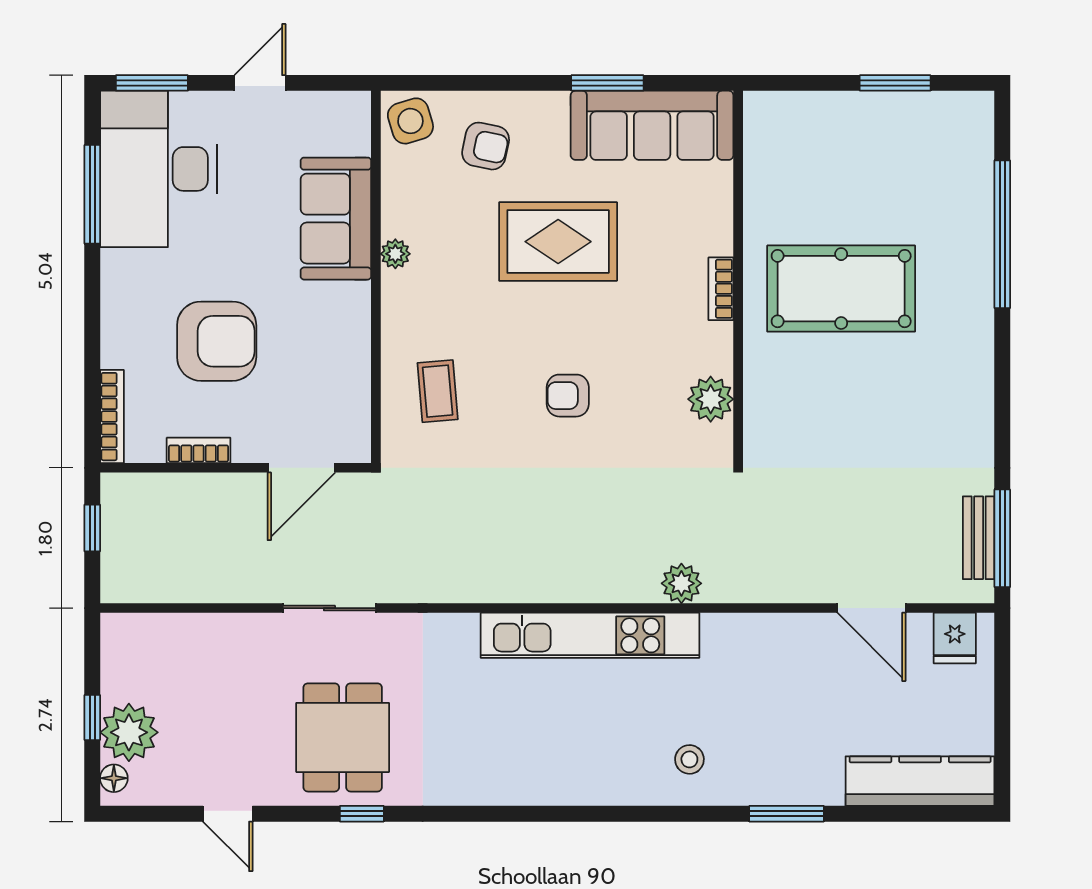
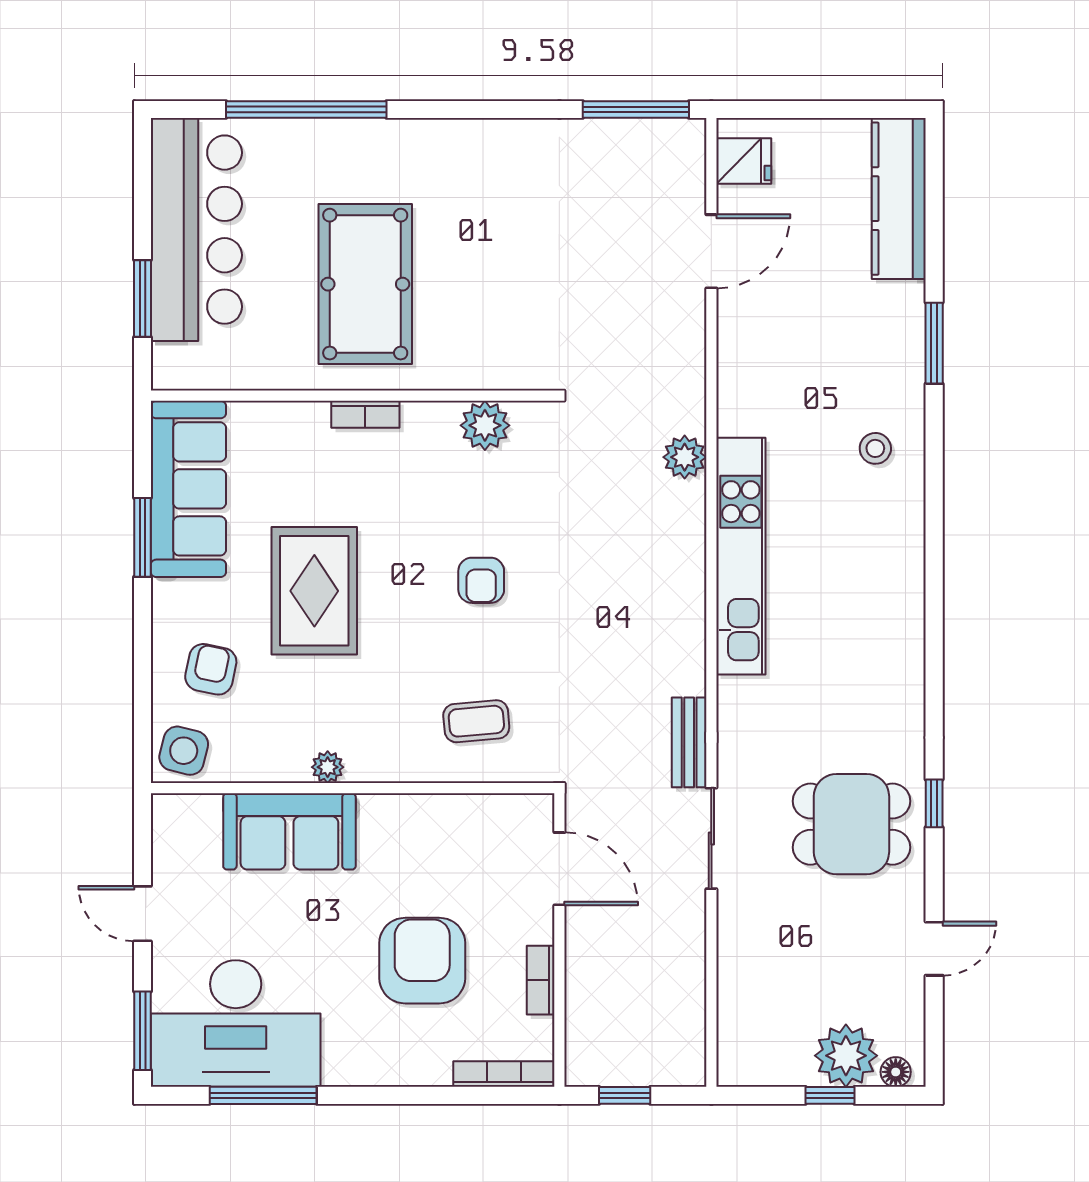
window: (895, 83) -> (142, 298), moved
side table: (410, 121) -> (184, 751), turned 31
bar counter: (891, 133) -> (196, 230), added
bench: (979, 538) -> (689, 742), moved, turned 90

